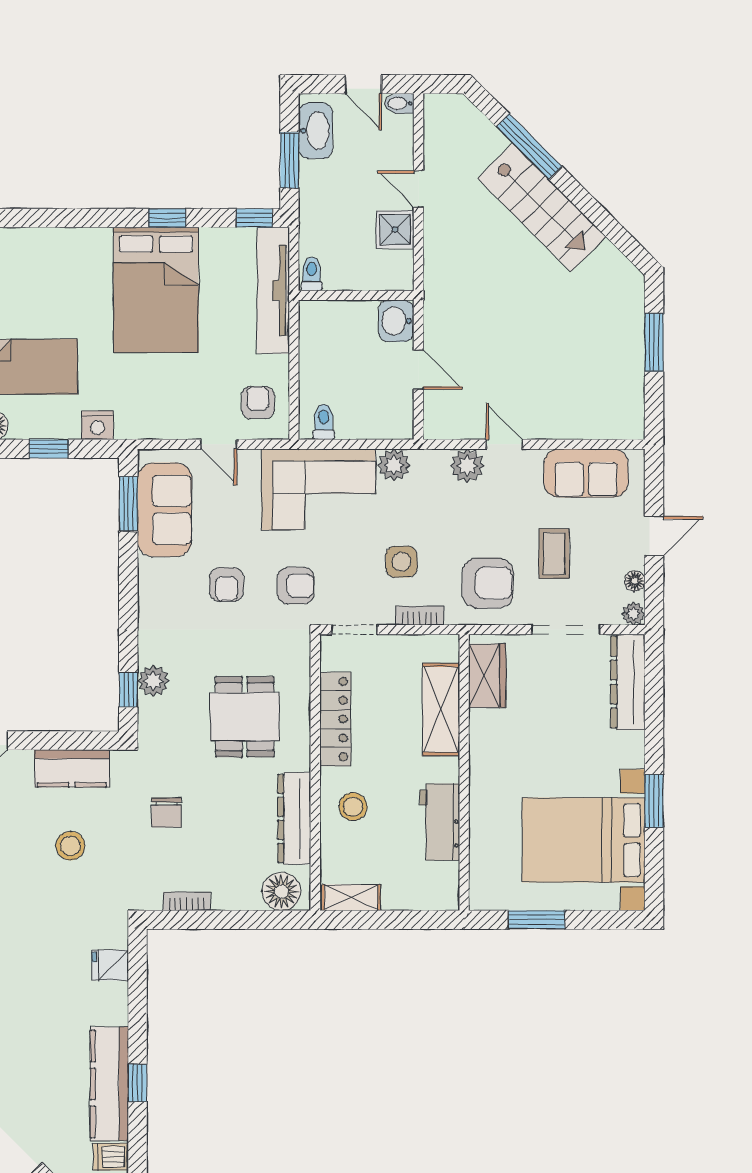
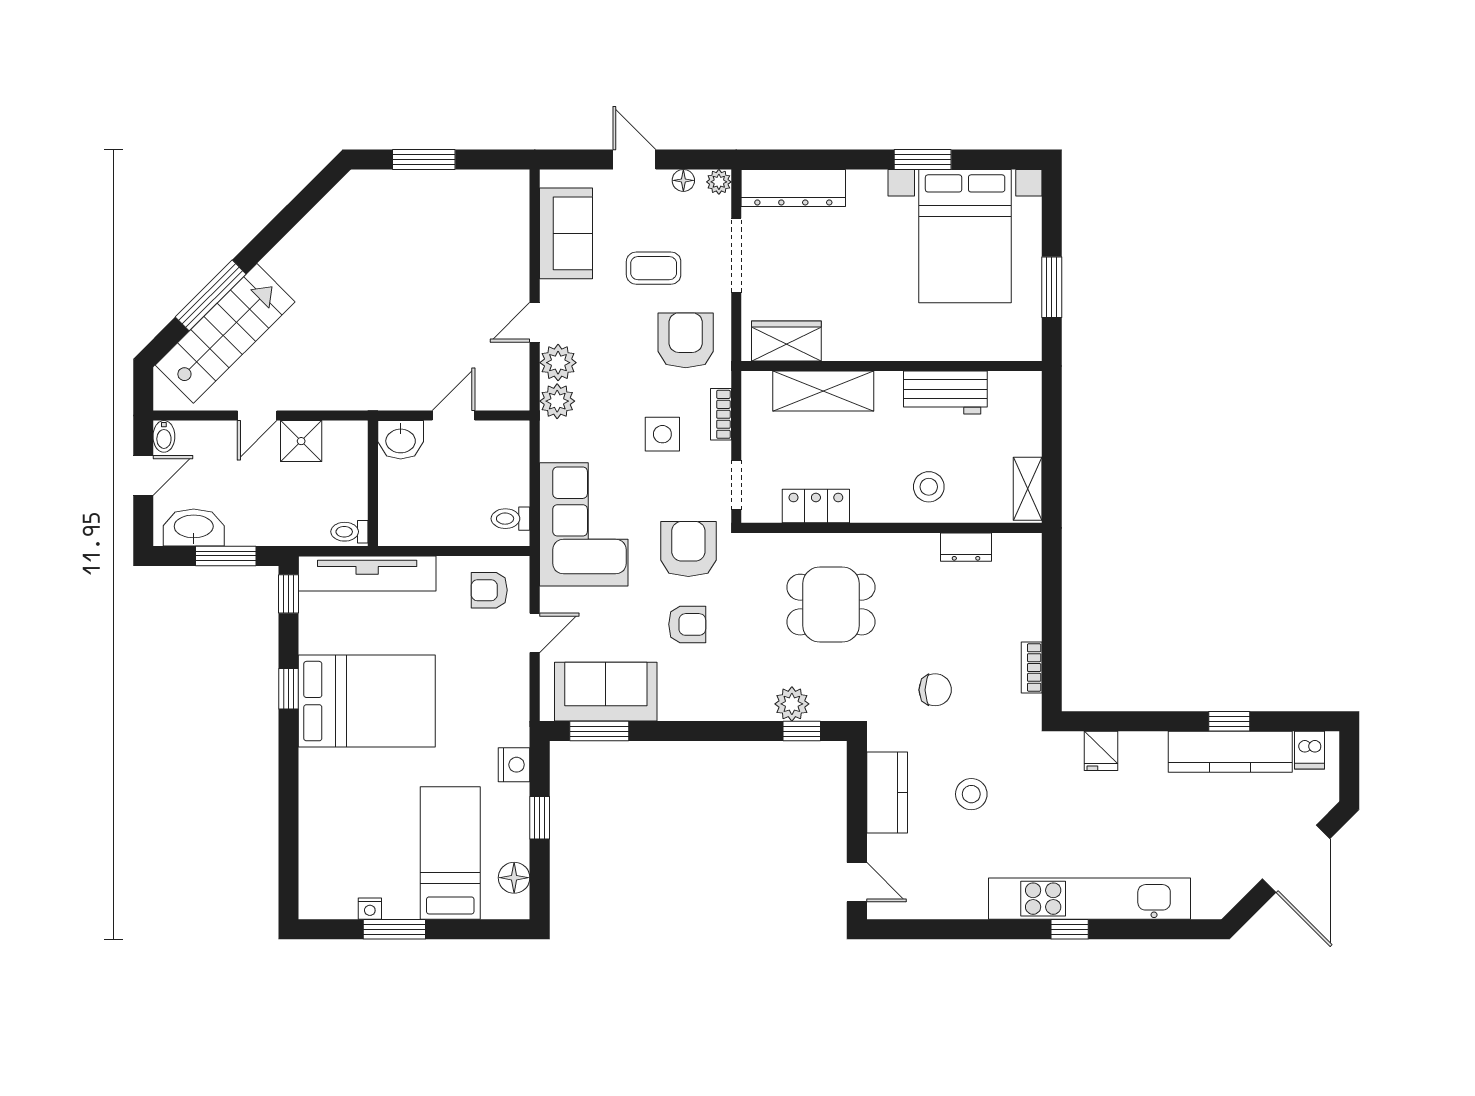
stairs: (542, 207) -> (225, 333), moved
plant: (394, 465) -> (557, 401), moved
armchair: (296, 586) -> (688, 549), width x1.38, depth x1.38
locker: (335, 719) -> (816, 506), width x0.66
dresser: (294, 818) -> (966, 547), width x0.51, depth x0.80
floor lamp: (281, 891) -> (1021, 565), removed

